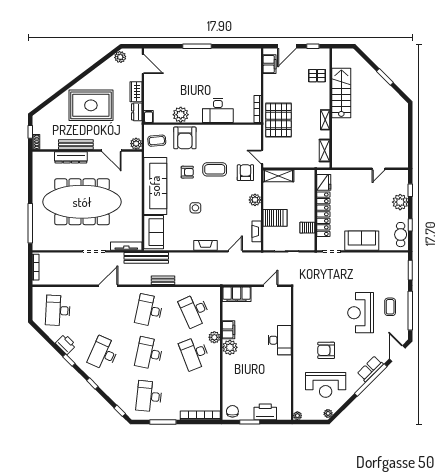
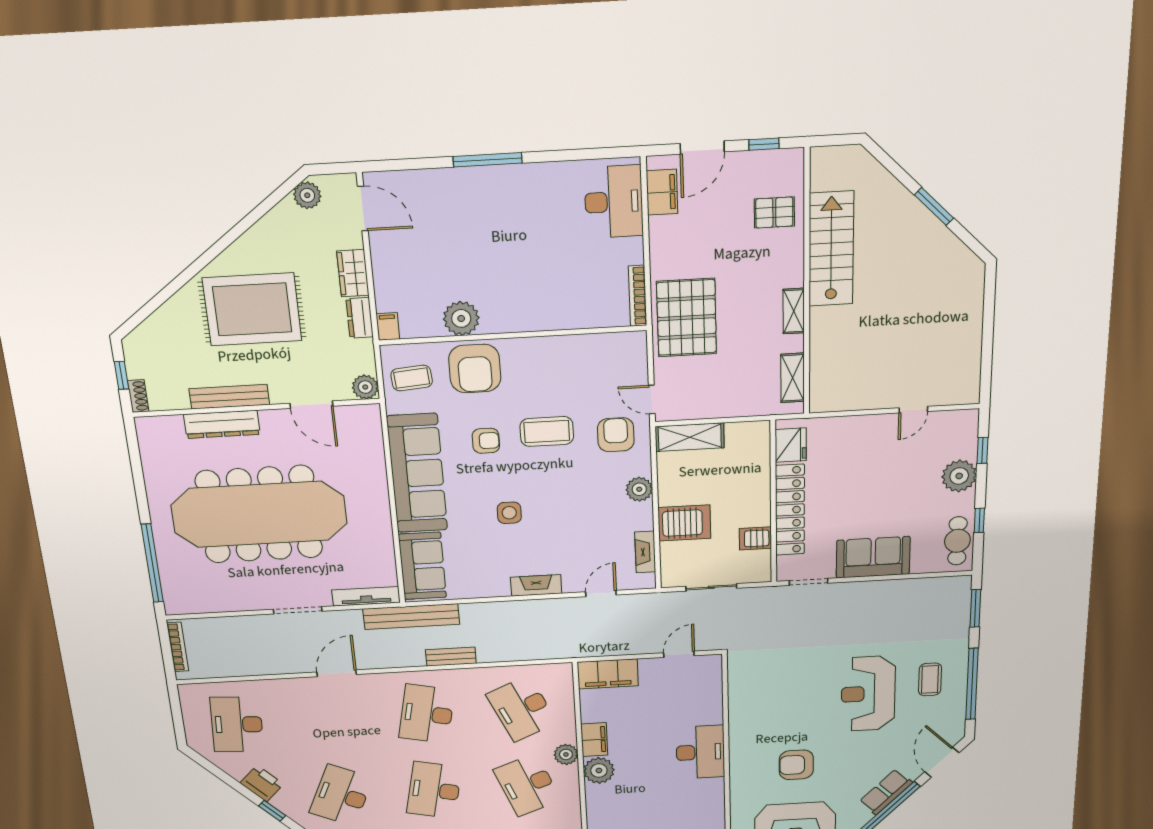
desk: (218, 110) -> (614, 202), moved, turned -90

